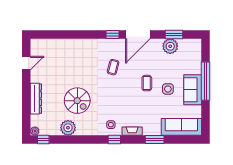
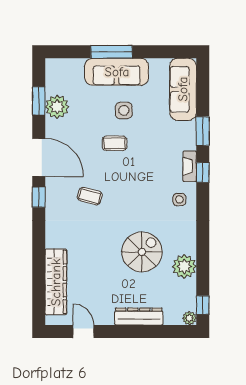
wardrobe: (58, 45) -> (56, 282), added
window: (205, 81) -> (112, 52), width x0.68
sofa: (193, 90) -> (117, 72), width x1.36
window: (114, 140) -> (203, 172), moved

